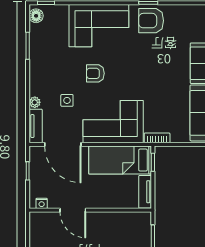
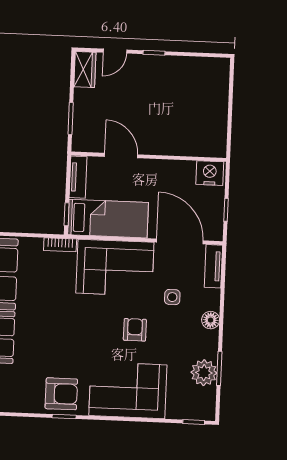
floor lamp: (36, 16) -> (211, 320), moved
armchair: (95, 73) -> (135, 330), turned -90
plant: (35, 102) -> (204, 373), moved, width x1.88, depth x1.88
nightstand: (42, 203) -> (210, 173), width x1.89, depth x1.79
door: (73, 210) -> (121, 156), moved

